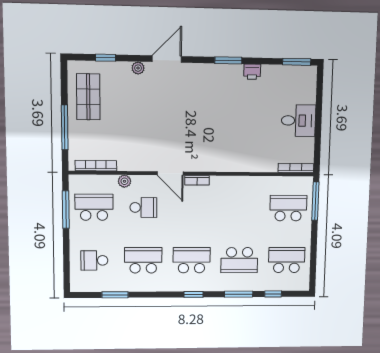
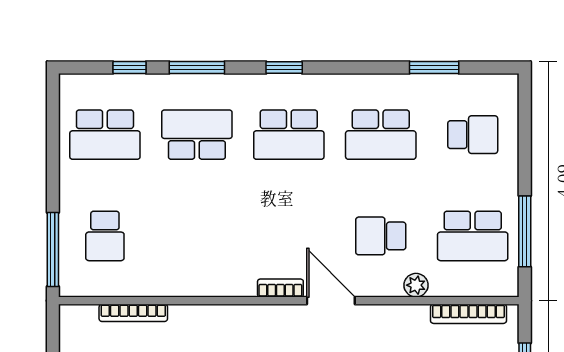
bookcase: (296, 168) -> (133, 313), moved
school desk: (288, 208) -> (105, 236), width x0.54

